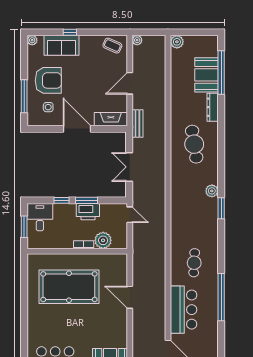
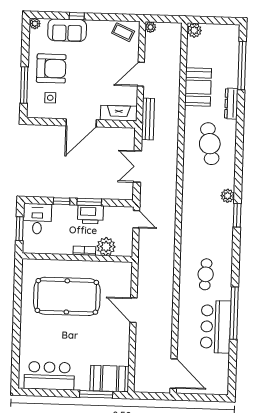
booth: (206, 75) -> (198, 87), moved
bench: (137, 124) -> (148, 119), width x1.36
door: (77, 129) -> (81, 123), swing flipped
bar counter: (184, 310) -> (216, 327), moved, turned 180

